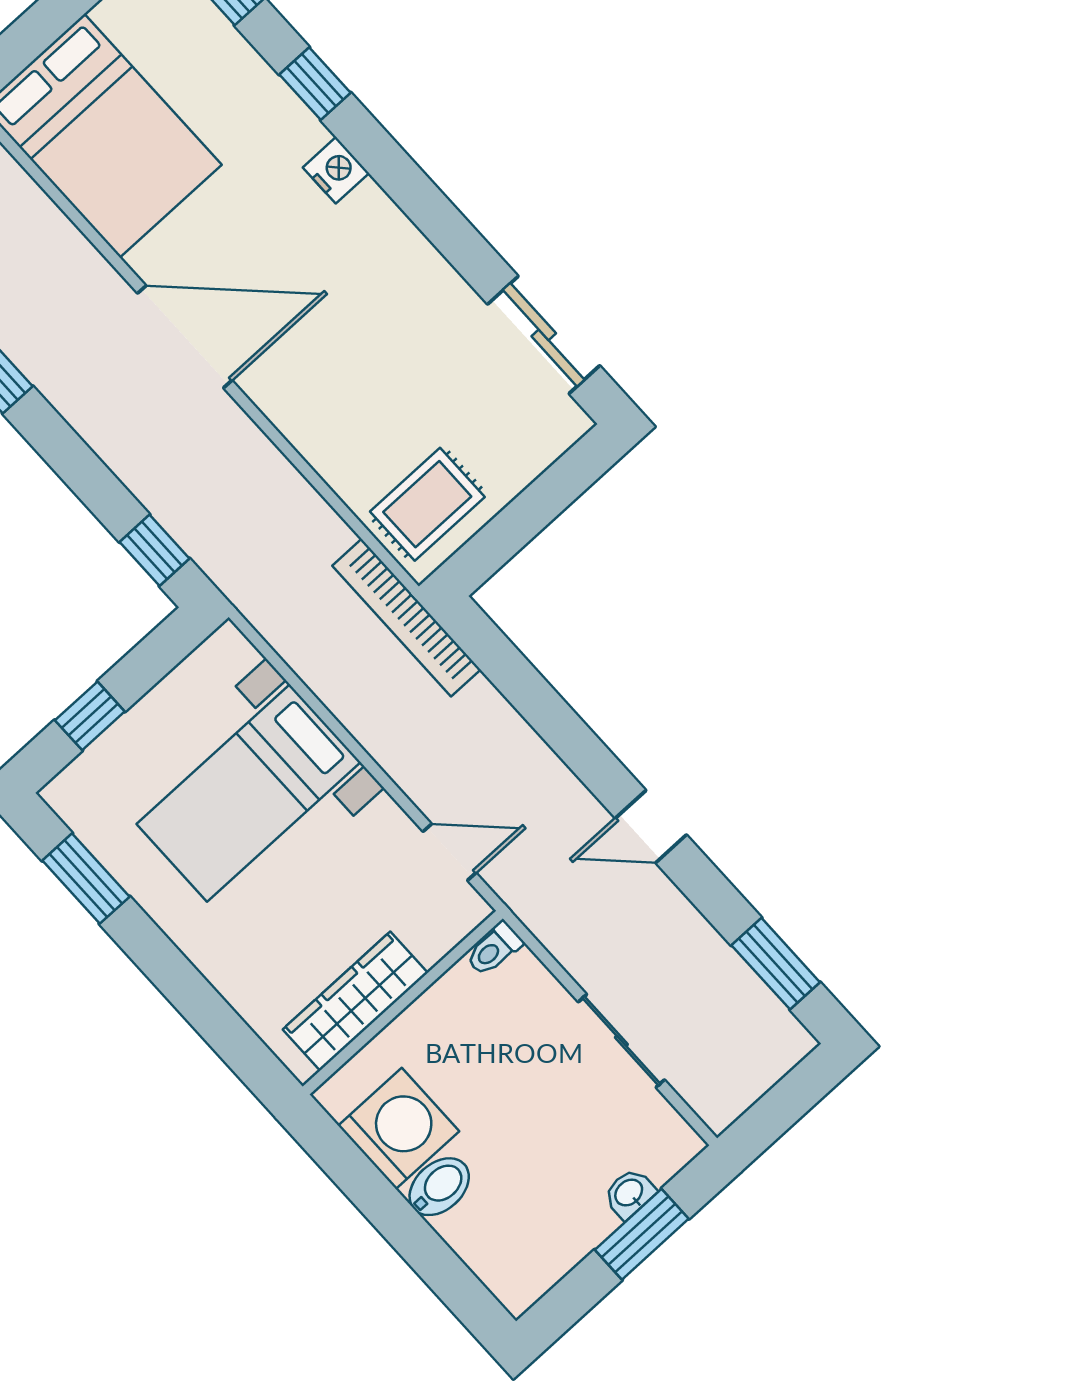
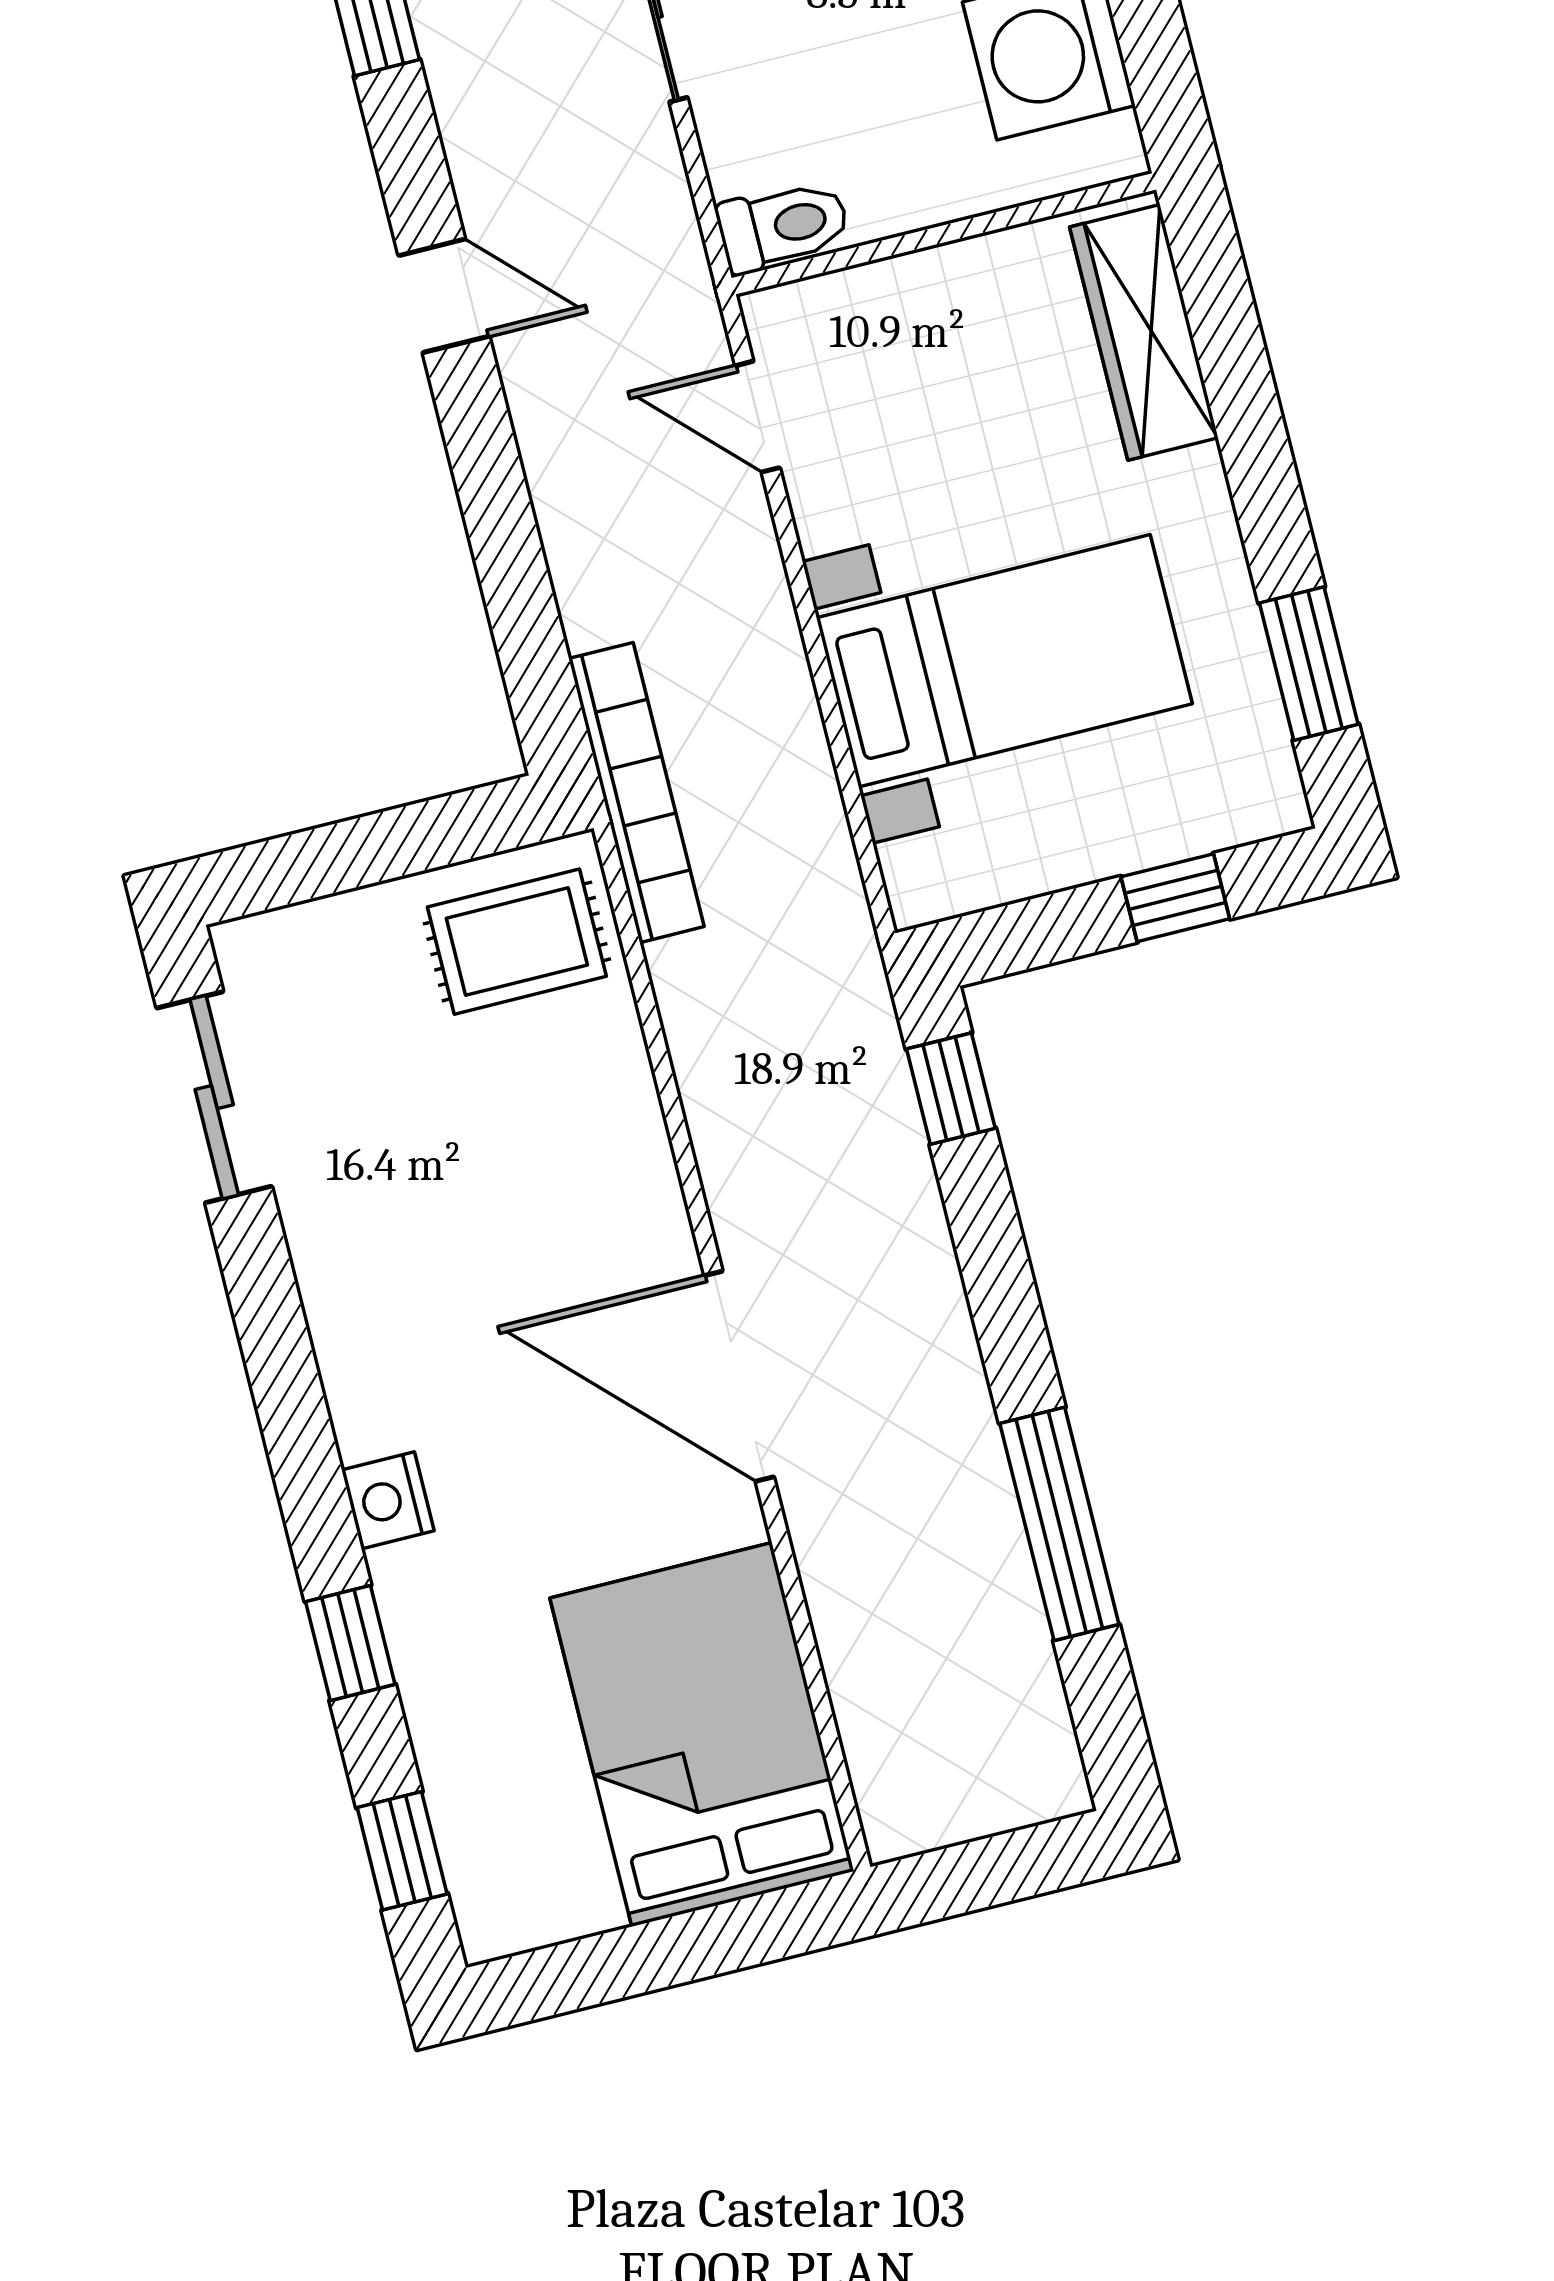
toilet: (494, 949) -> (783, 226), width x1.37, depth x1.39
wardrobe: (355, 1001) -> (1144, 332), moved, turned 90

